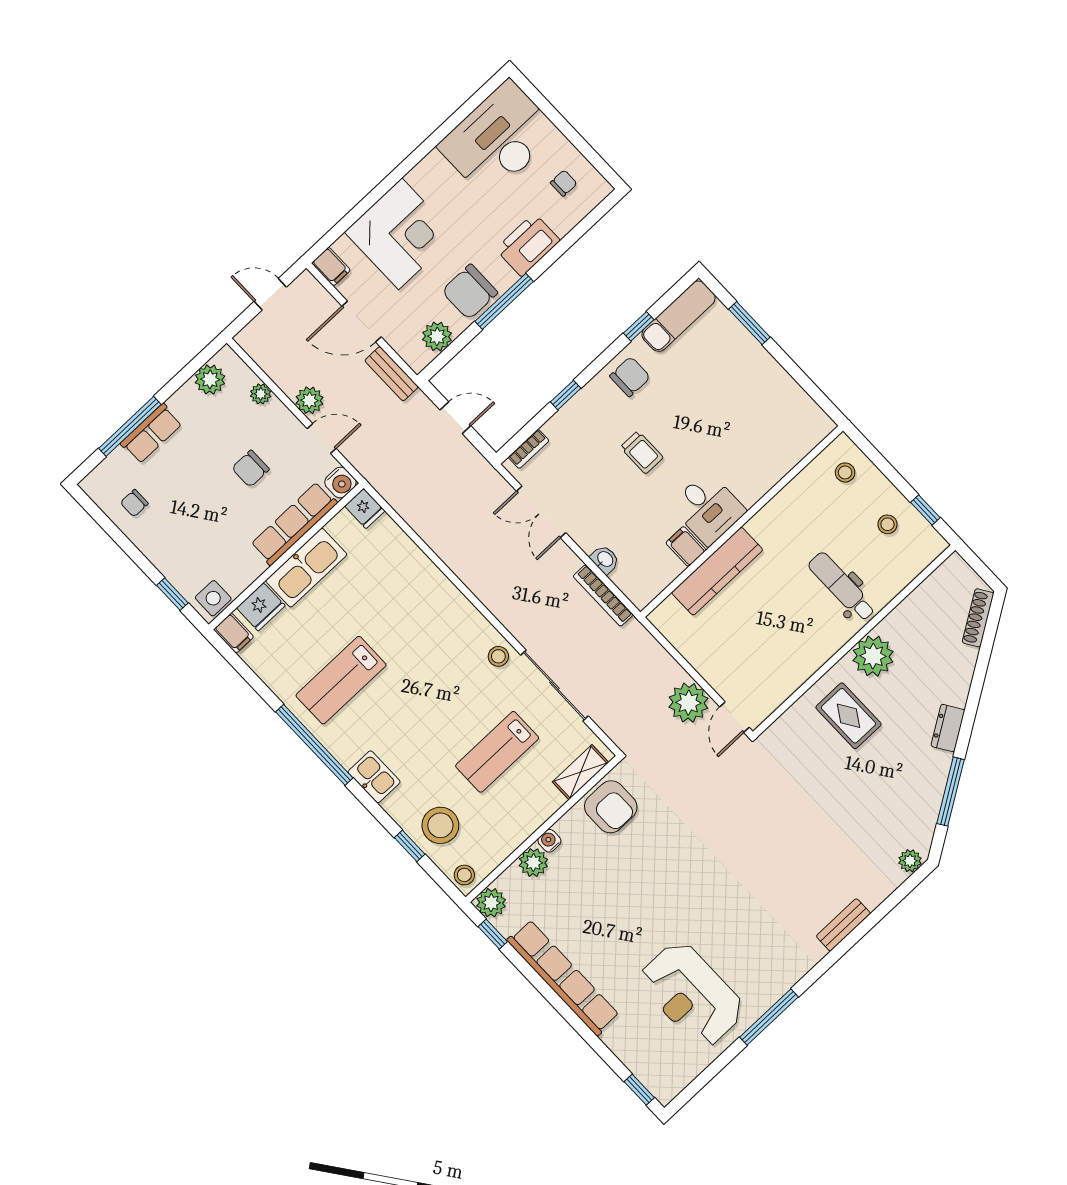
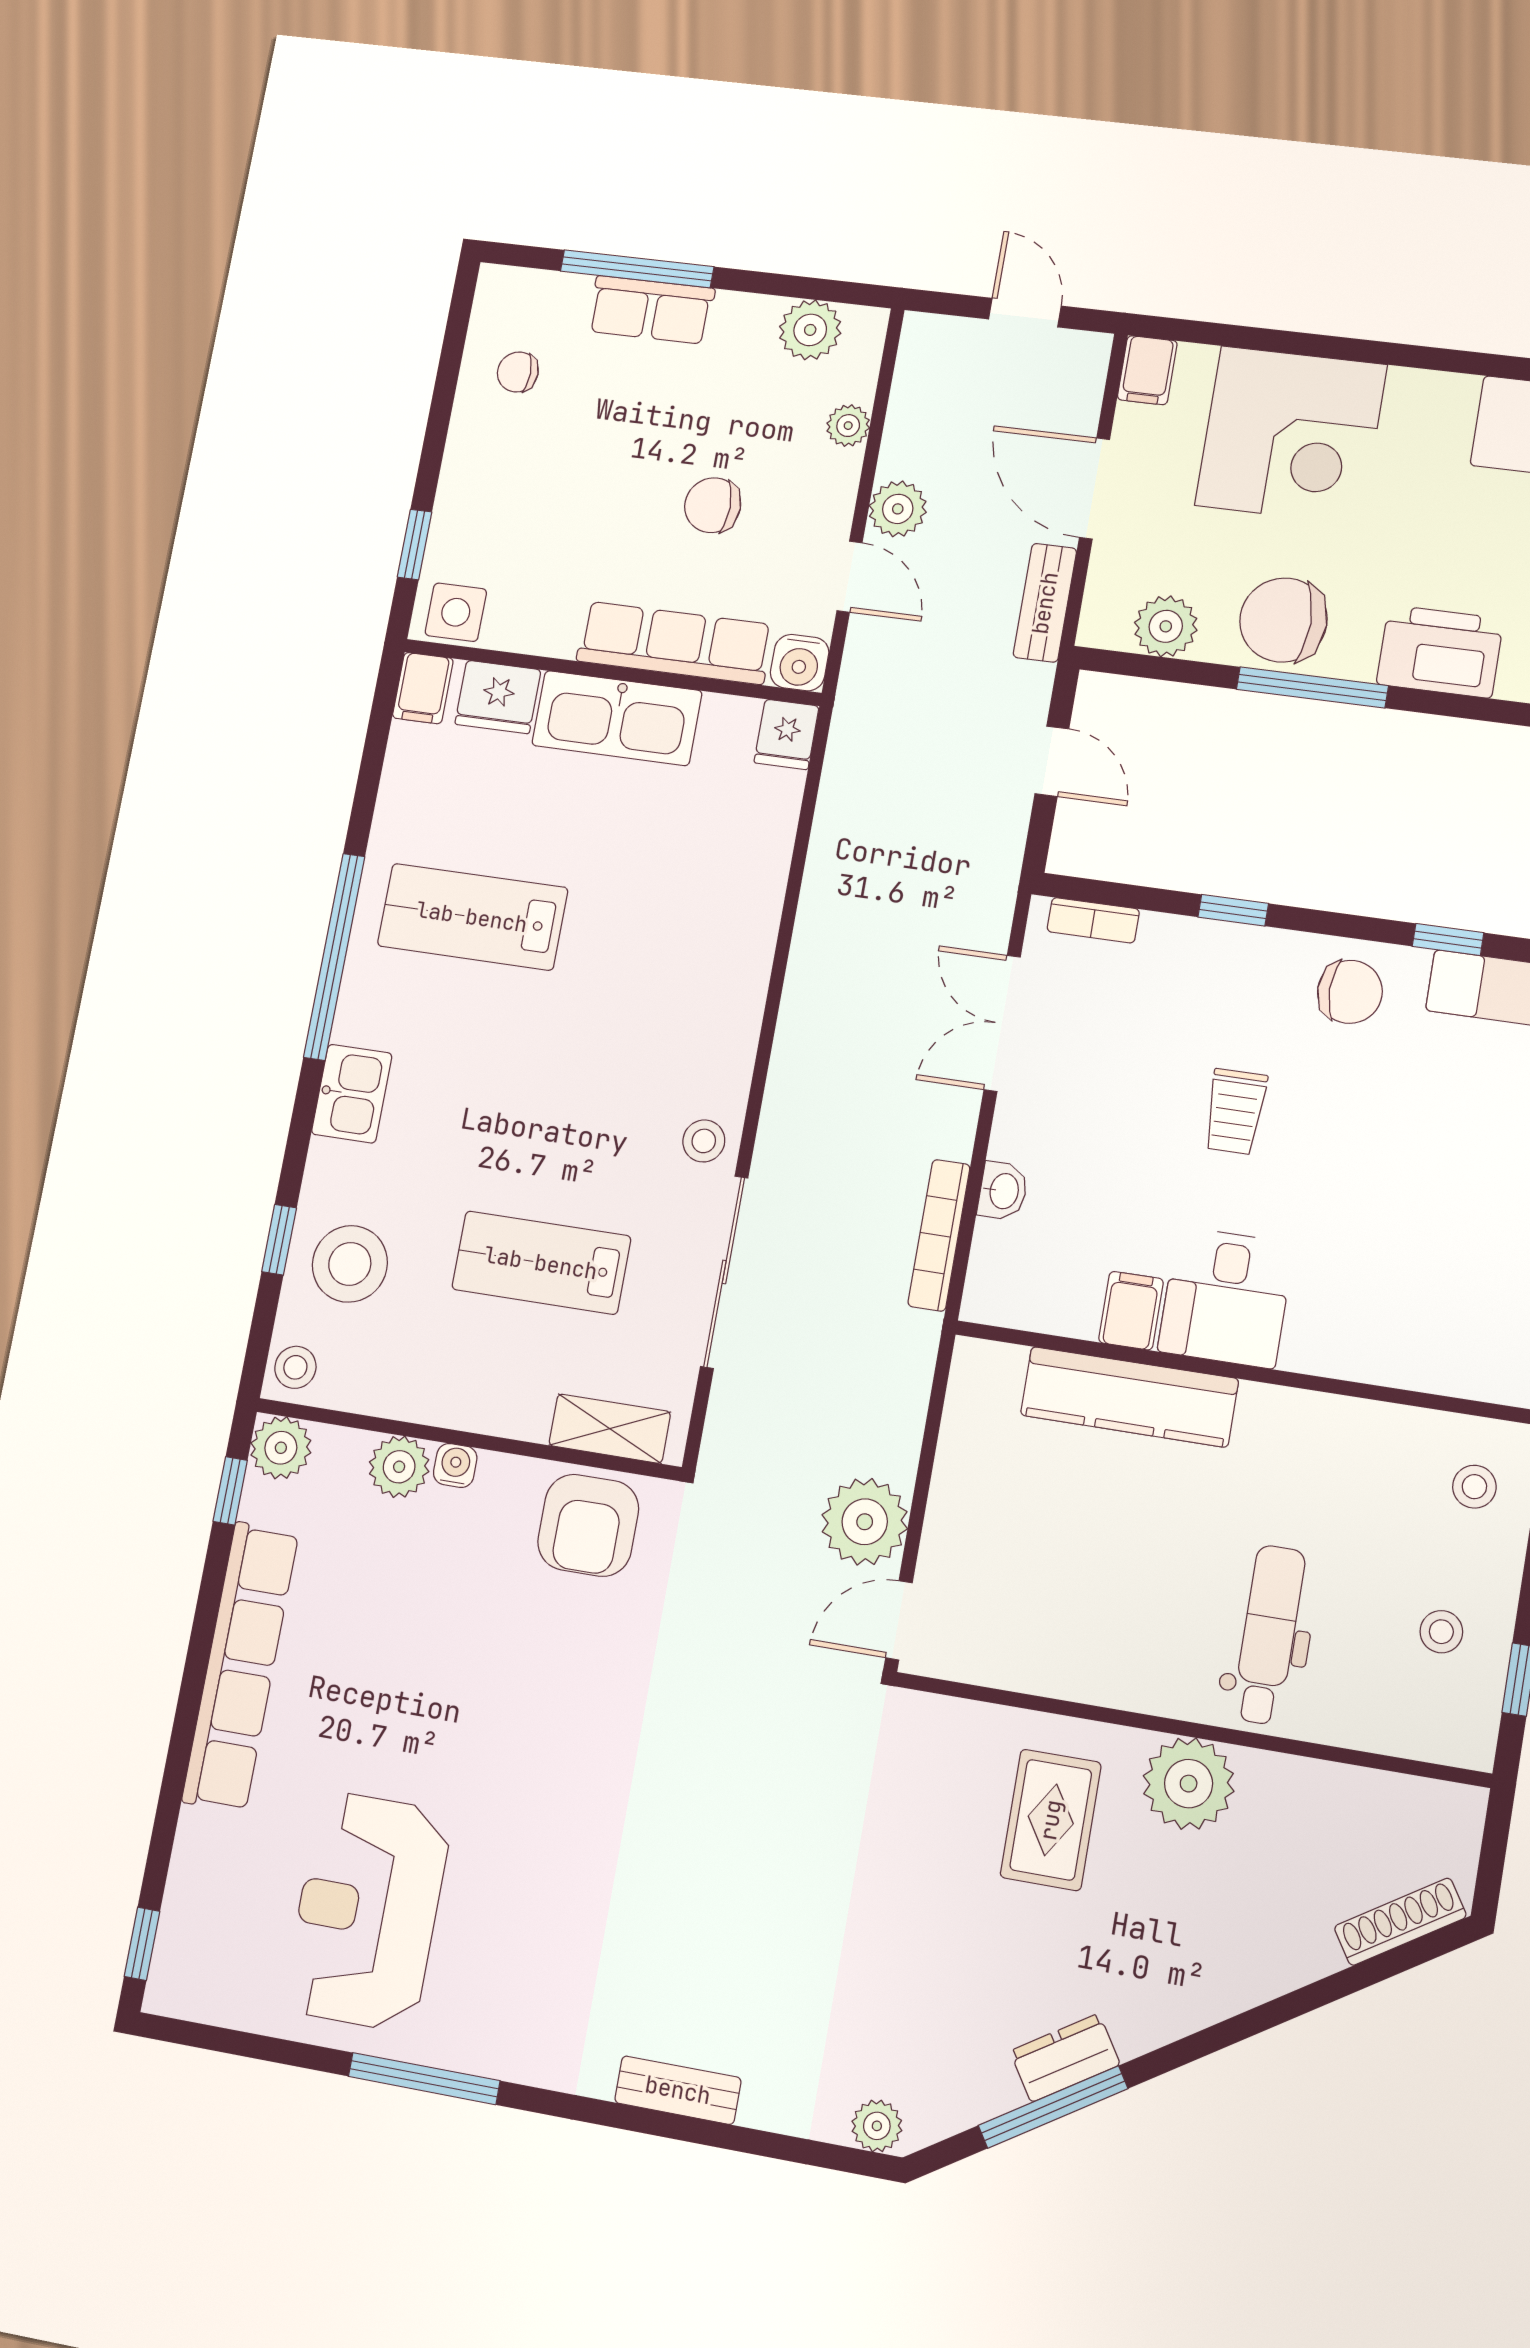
dresser: (948, 728) -> (1065, 2058), moved

